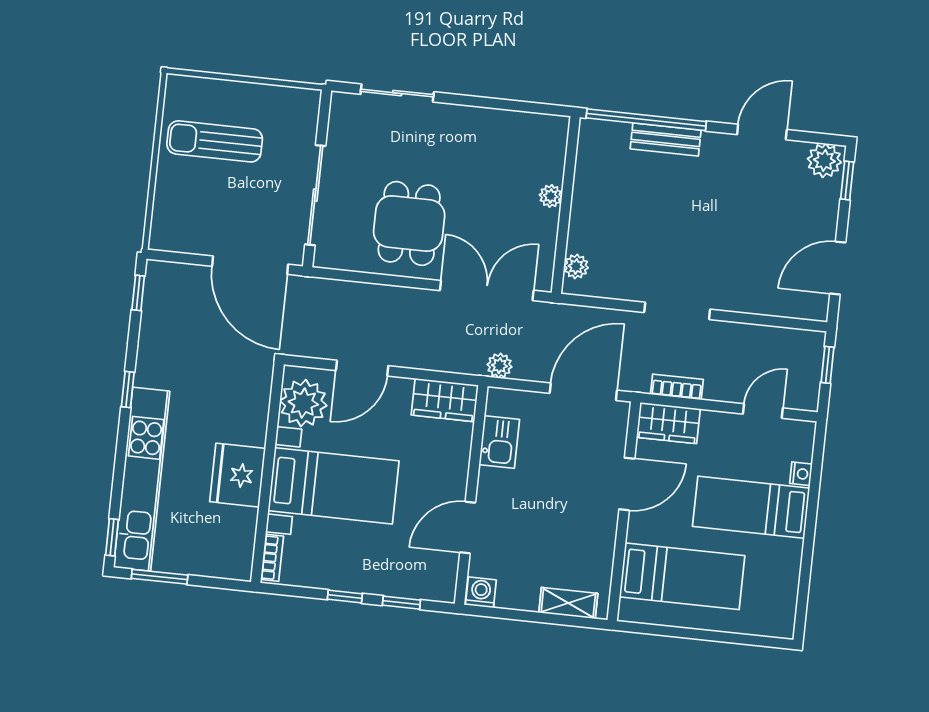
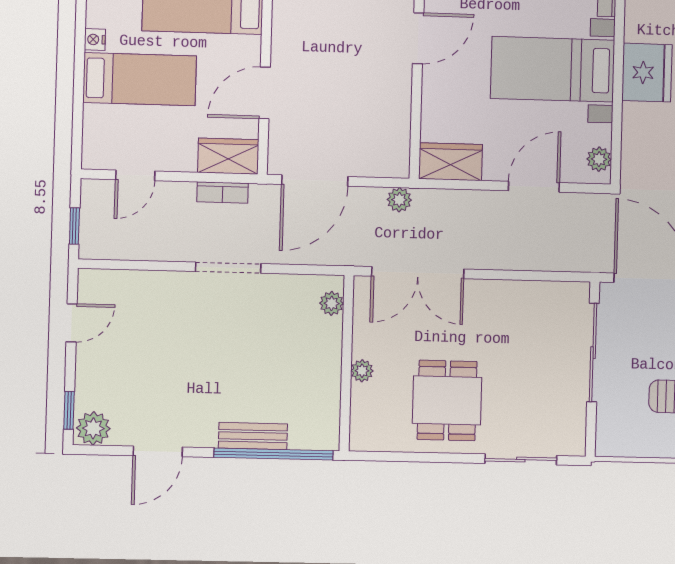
dining table: (409, 223) -> (447, 400), moved
door: (838, 268) -> (72, 323), width x0.73
plant: (303, 403) -> (599, 159), width x0.53, depth x0.53
kitchen sink: (499, 442) -> (394, 125), removed
nightstand: (801, 474) -> (95, 40), moved

